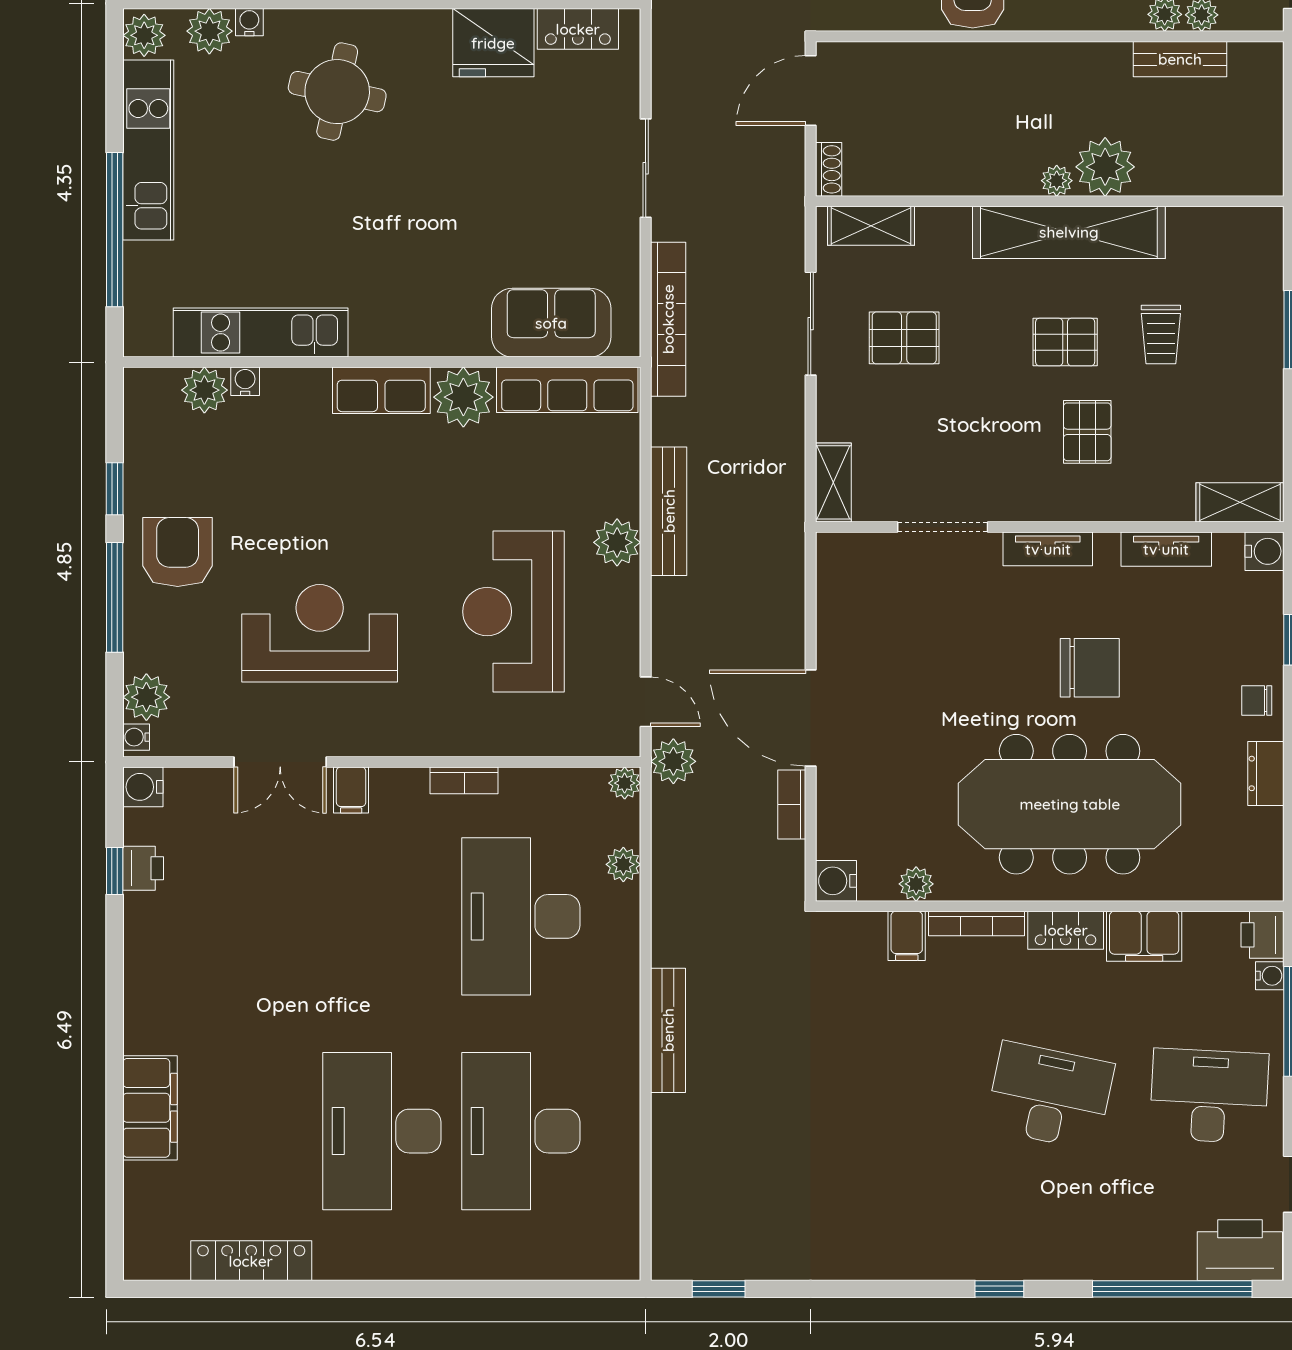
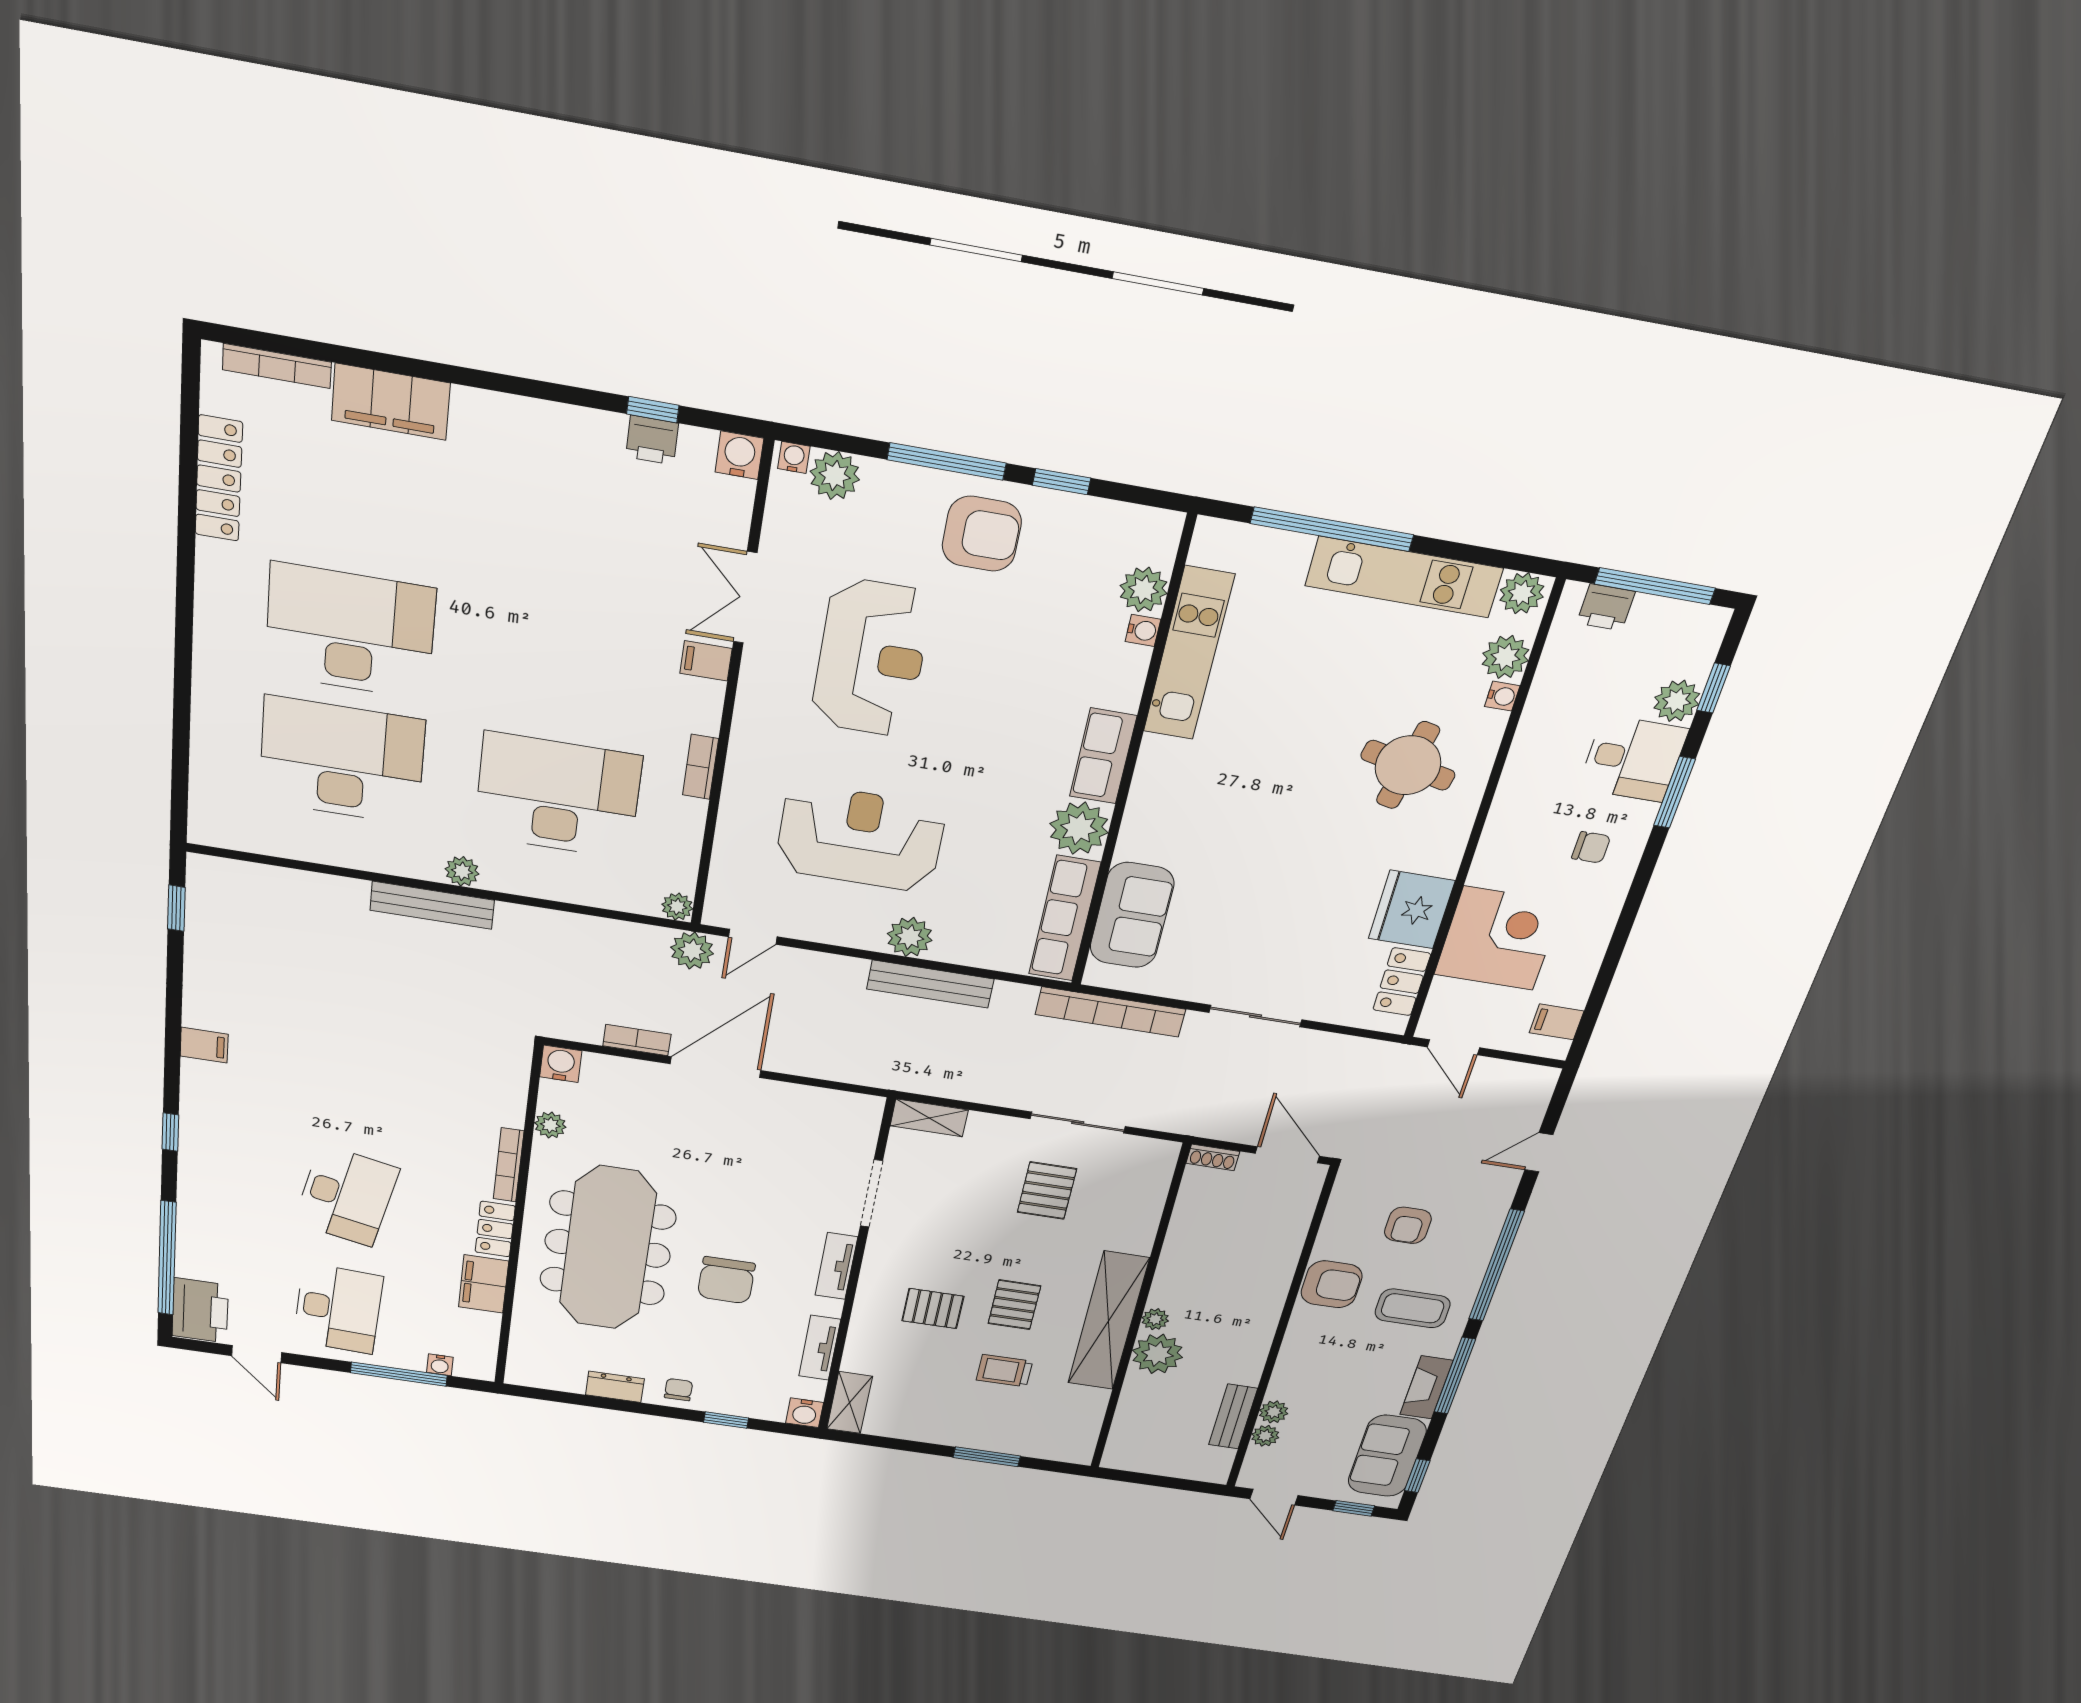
shelving: (871, 226) -> (1153, 1181), removed
plant: (623, 864) -> (462, 871), moved
printer: (1262, 935) -> (476, 1365), removed
filing cabinet: (907, 936) -> (204, 1045), moved, turned 180
bookcase: (135, 1212) -> (277, 366), added

